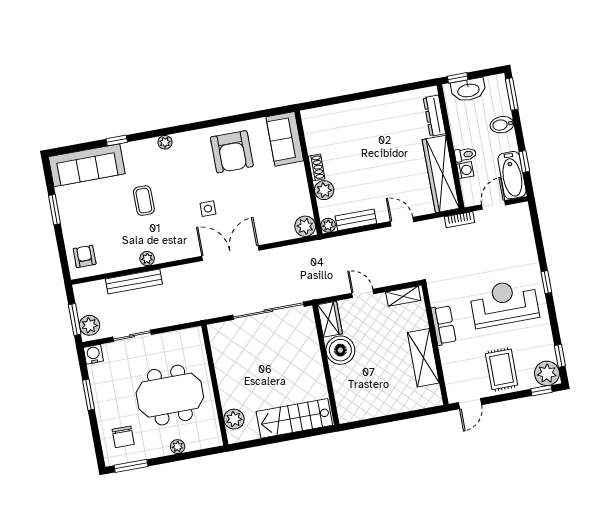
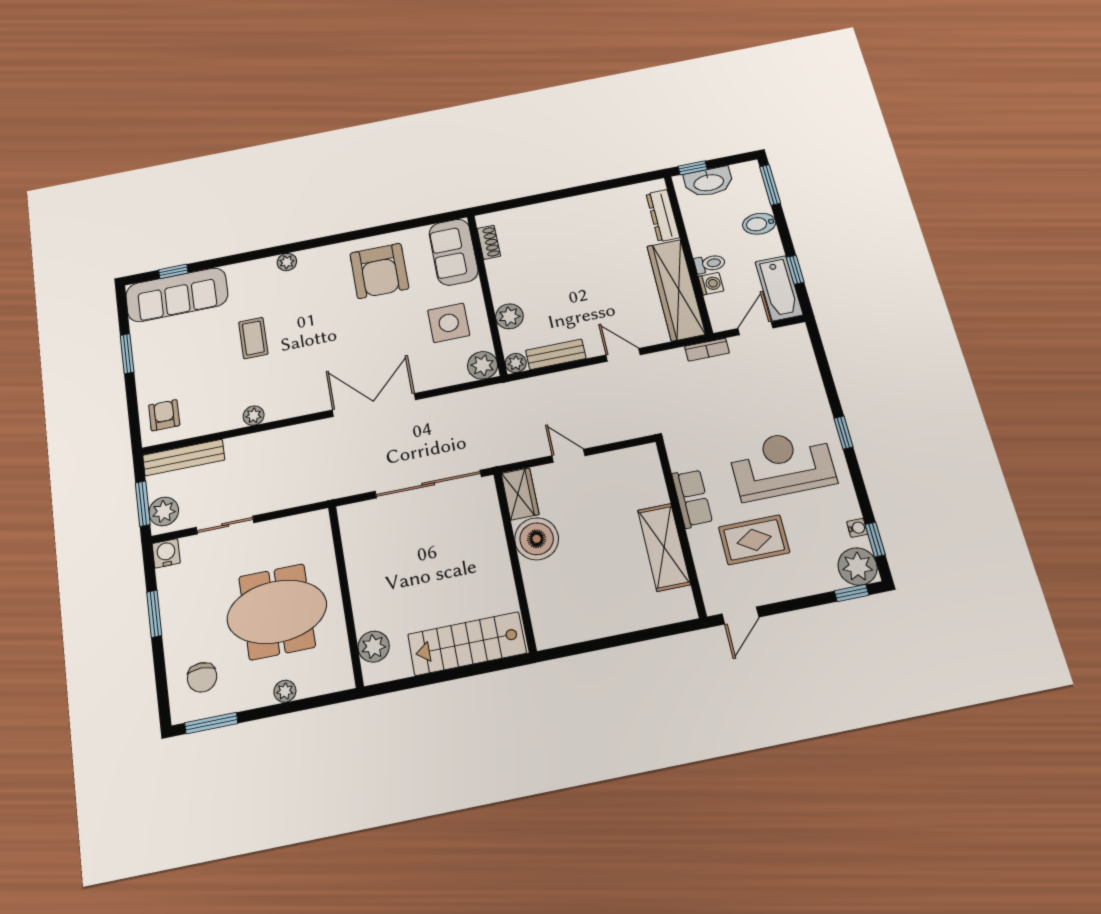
window: (117, 141) -> (173, 271), moved
shoe rack: (316, 167) -> (489, 242), moved
side table: (208, 209) -> (449, 323), moved, width x1.87, depth x1.87
bench: (134, 281) -> (184, 458), moved
shelving: (403, 296) -> (629, 458), removed
water cooler: (549, 348) -> (857, 528), added
rug: (502, 369) -> (754, 540), moved, turned 90

